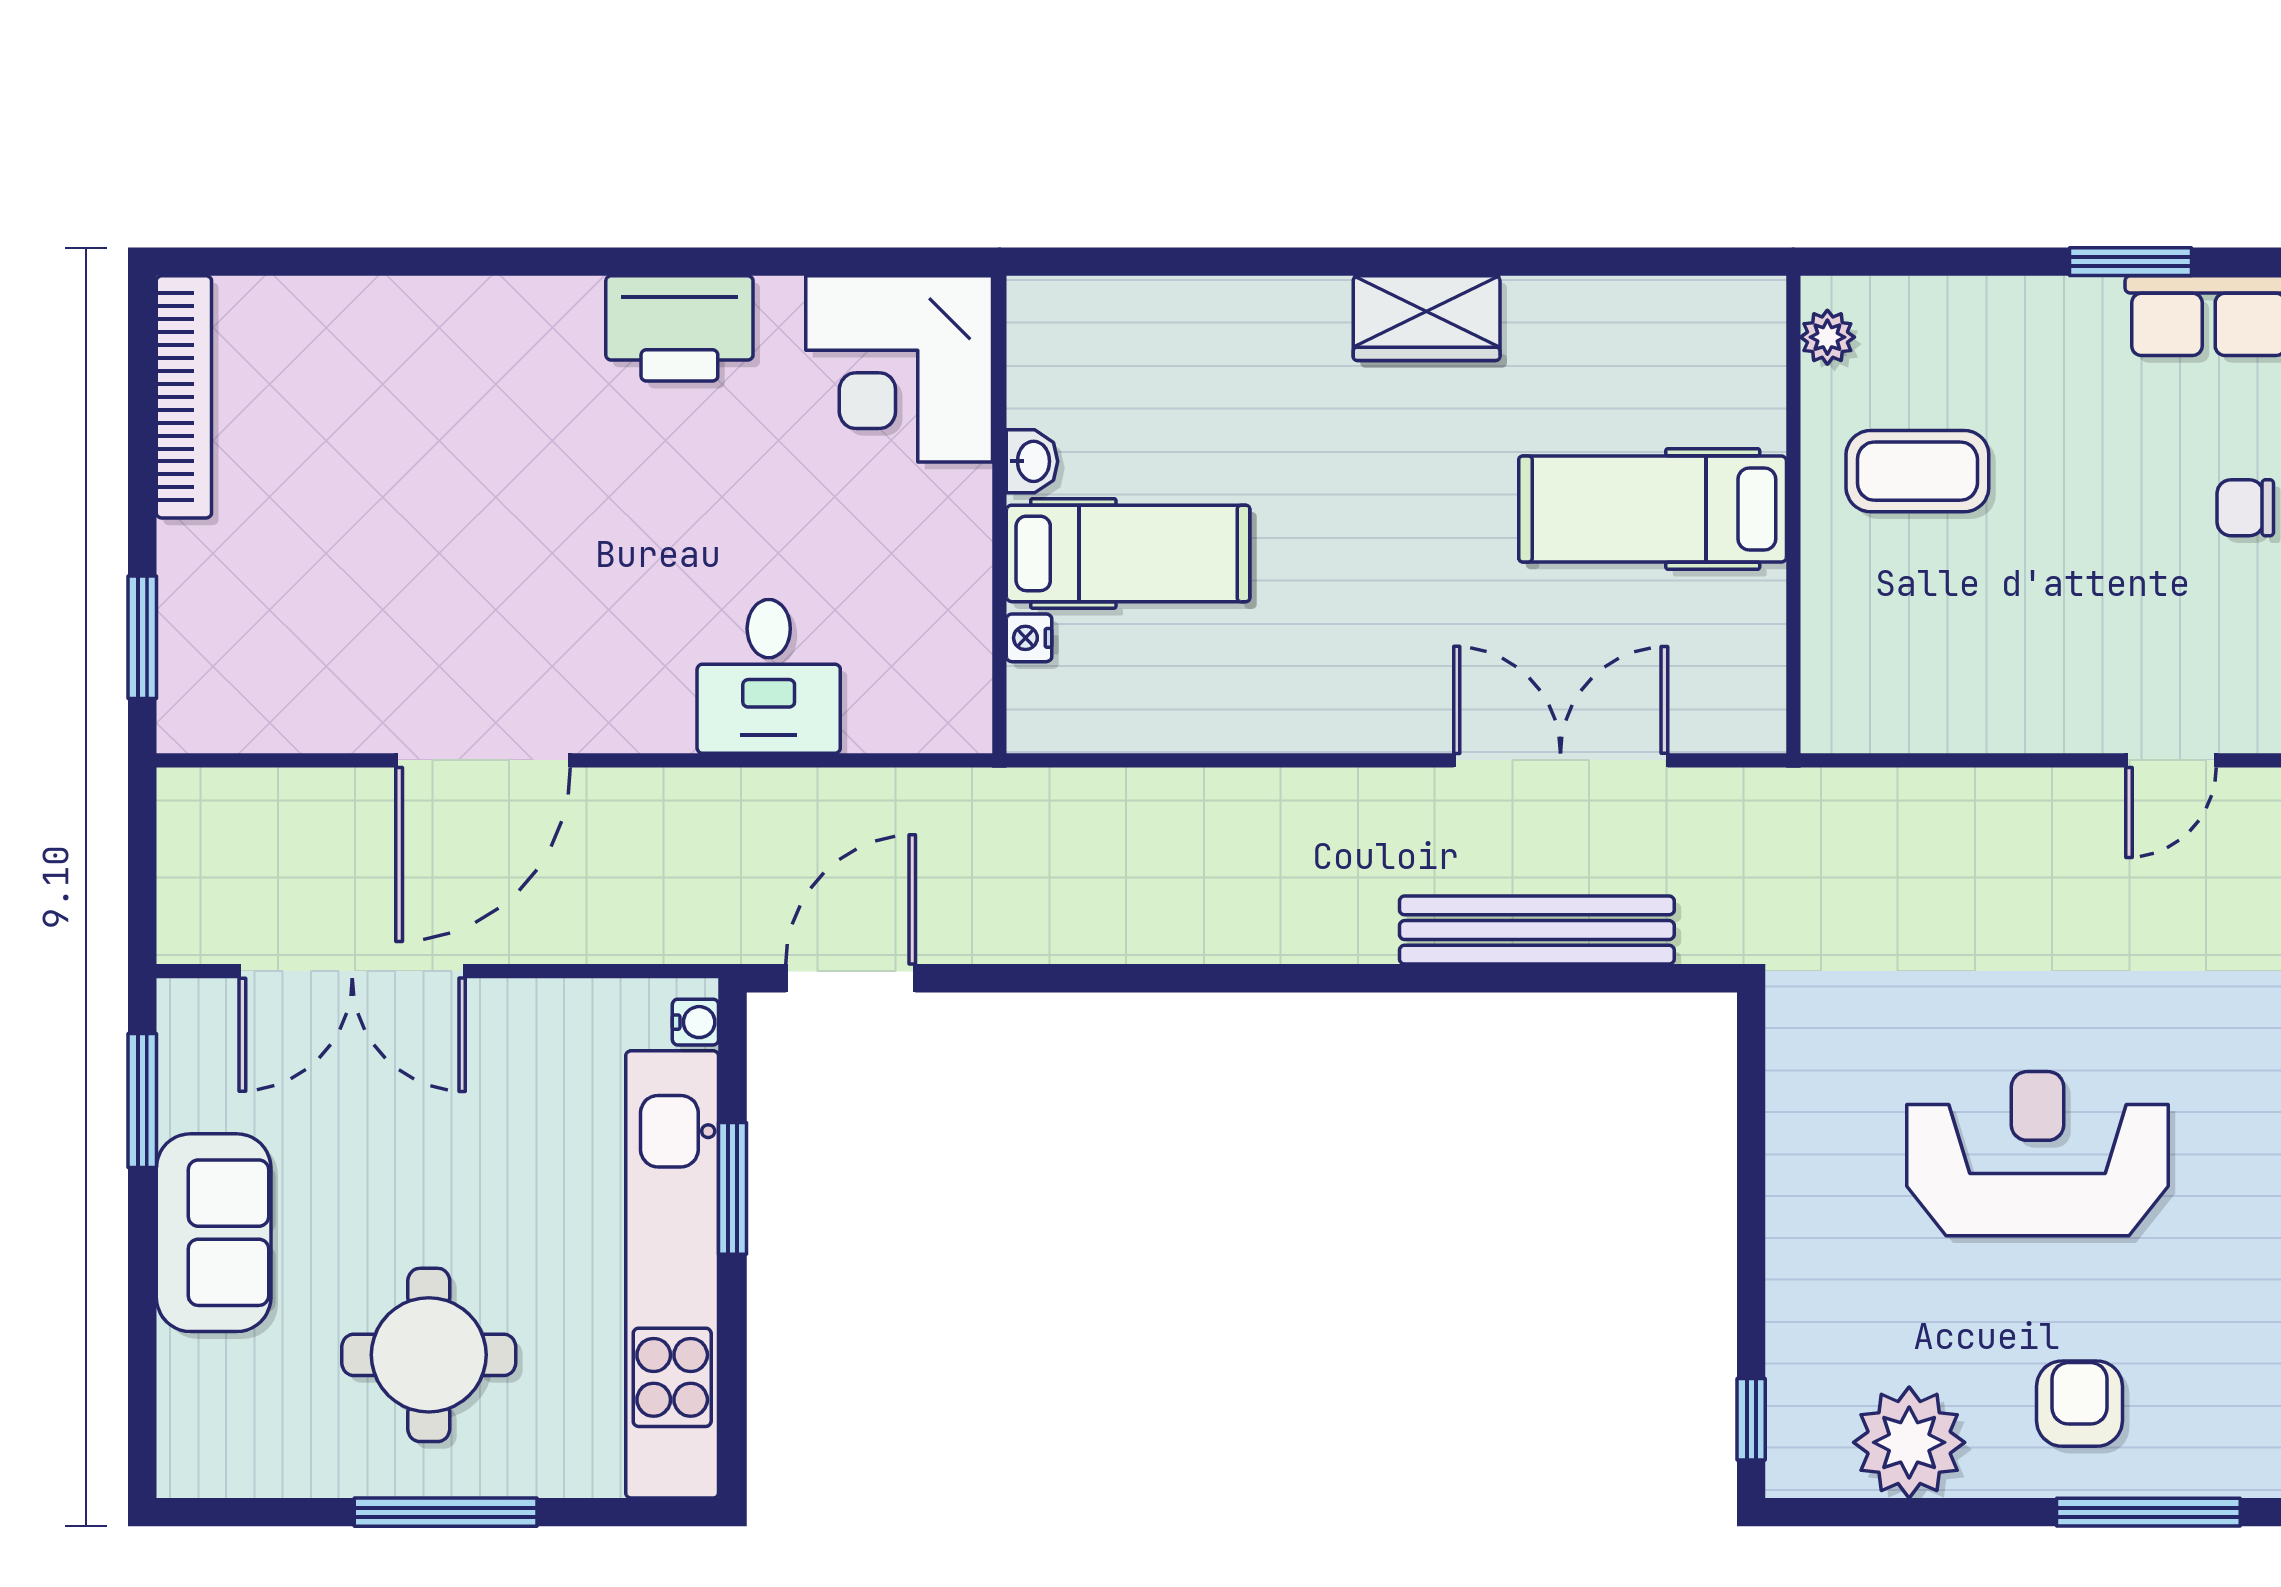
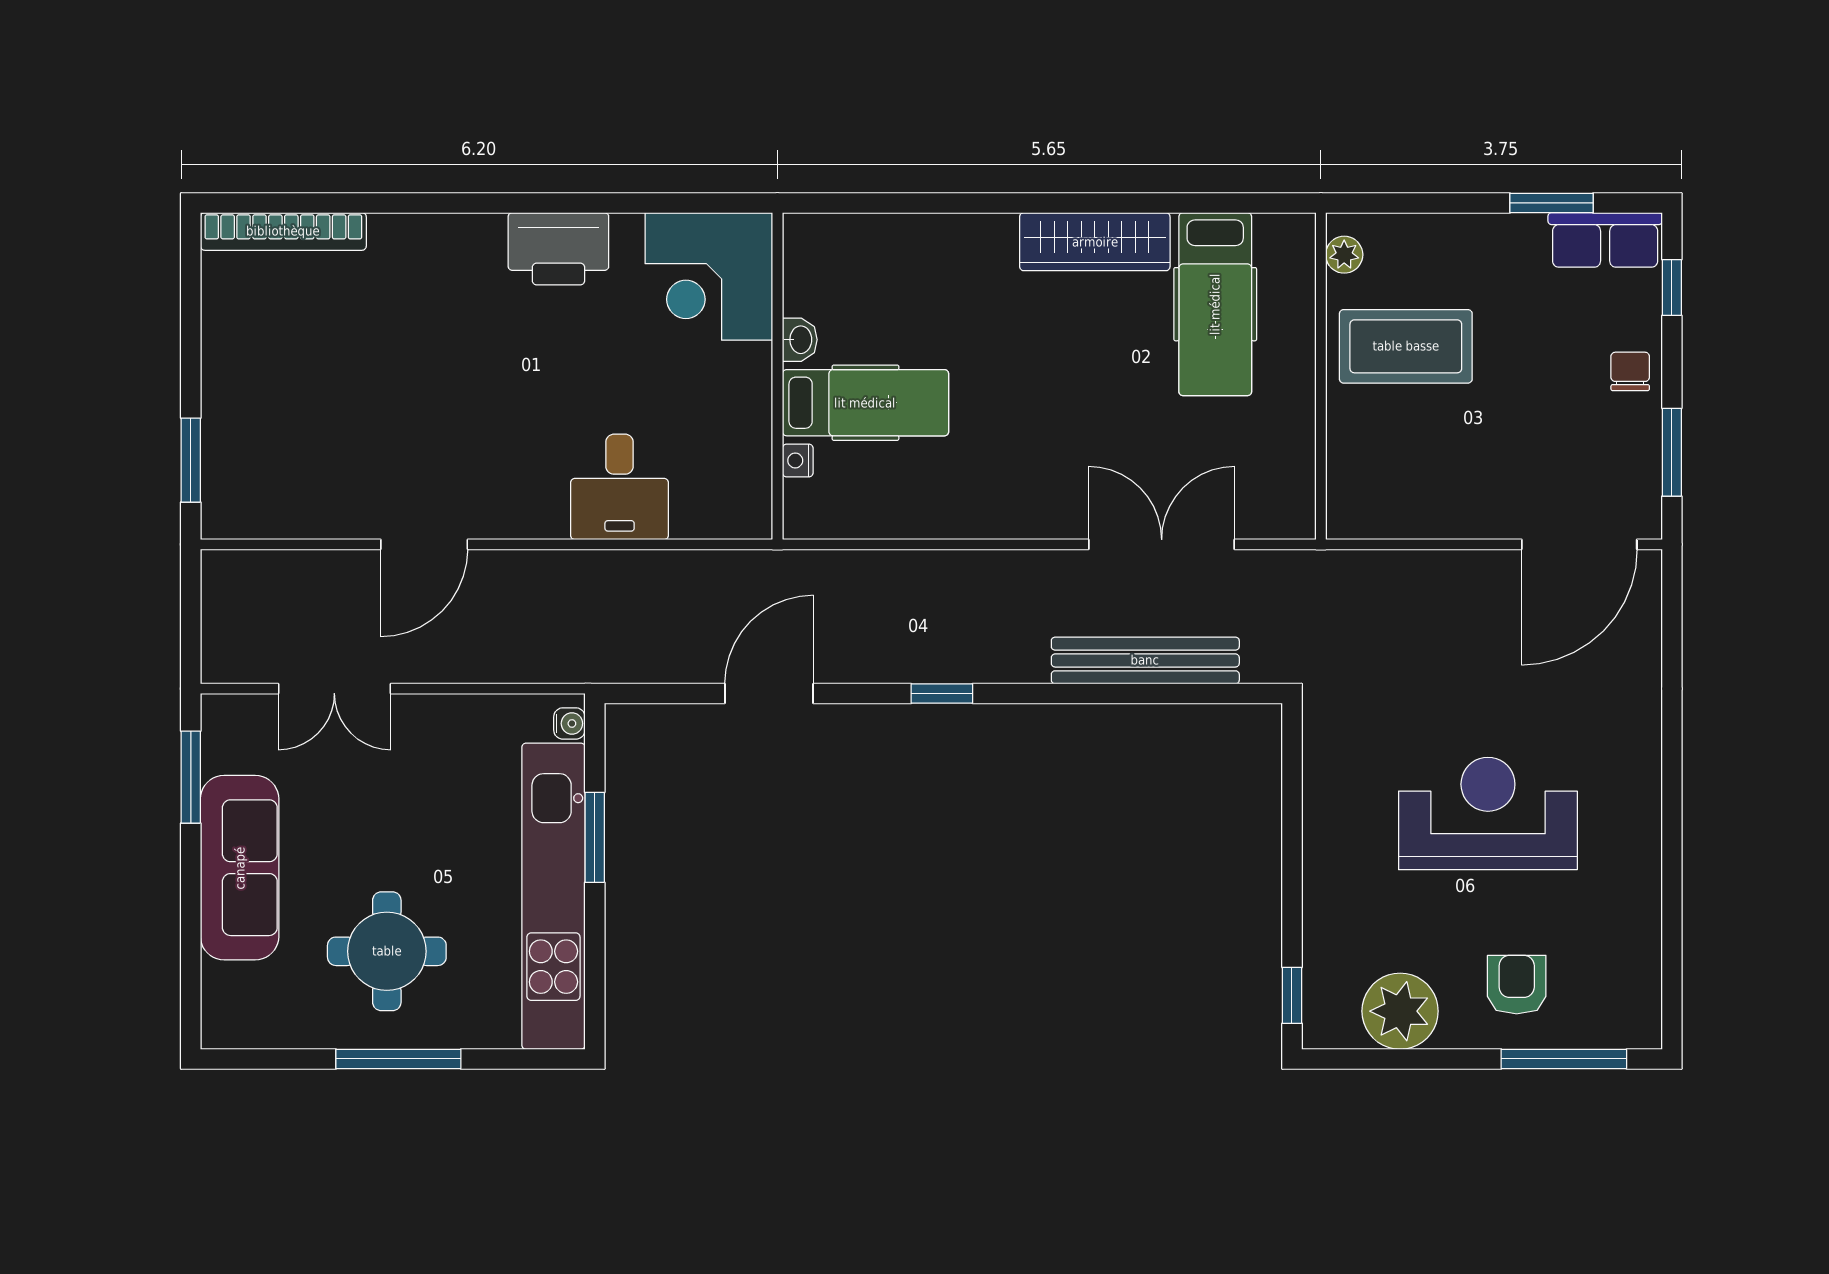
wardrobe: (1427, 318) -> (1095, 242), width x1.50
bookcase: (184, 397) -> (283, 231), moved, turned 90
coffee table: (1917, 471) -> (1406, 346), width x1.36, depth x1.32
chair: (2245, 508) -> (1630, 371), turned 90
hospital bed: (1653, 509) -> (1215, 304), moved, turned -90
door: (483, 760) -> (424, 544), width x0.73
door: (2171, 760) -> (1579, 544), width x1.88
double door: (352, 971) -> (334, 689), width x0.73
door: (851, 978) -> (769, 693), moved
window: (1240, 978) -> (942, 693), added
sofa: (214, 1233) -> (240, 868), width x1.36

